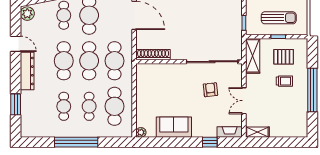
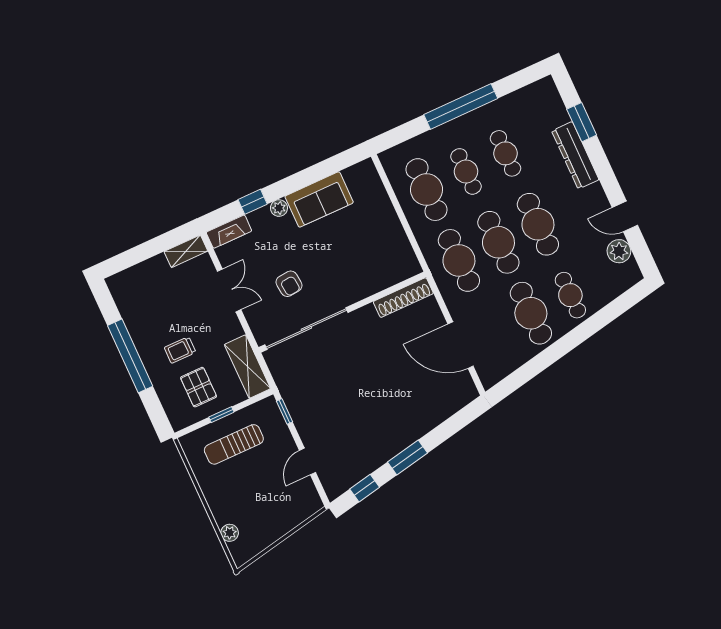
plant: (27, 14) -> (619, 251), moved
pallet: (284, 57) -> (199, 387), turned 90
dresser: (27, 71) -> (575, 155), moved
plant: (141, 132) -> (279, 208), moved

